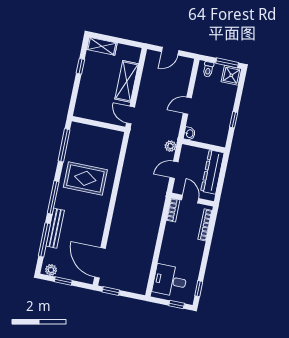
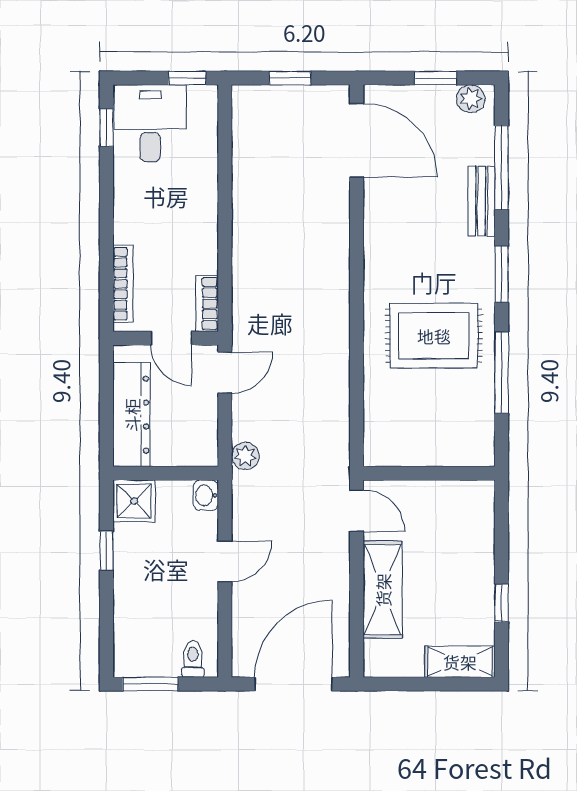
door: (170, 51) -> (293, 684), width x1.88
shower: (231, 75) -> (134, 501), moved
window: (64, 145) -> (502, 373), moved
door: (174, 170) -> (225, 373), moved
window: (53, 197) -> (502, 274), width x0.69
bench: (55, 228) -> (482, 201), width x0.73
desk: (170, 281) -> (150, 123), moved, turned -90
window: (111, 291) -> (290, 78), moved
window: (177, 305) -> (187, 78), moved

